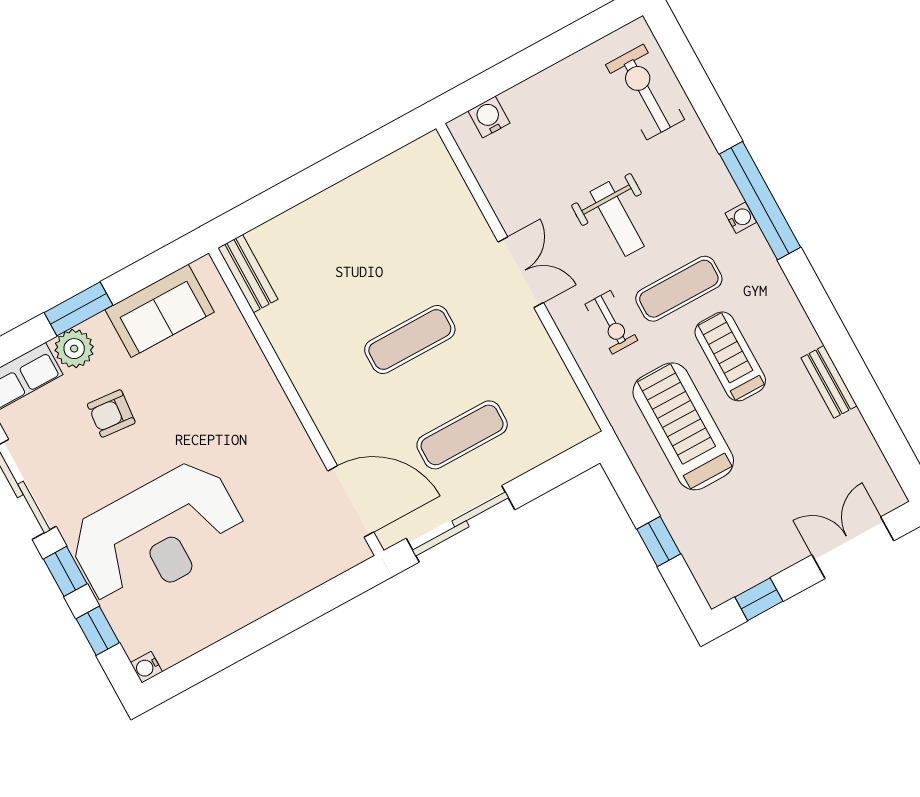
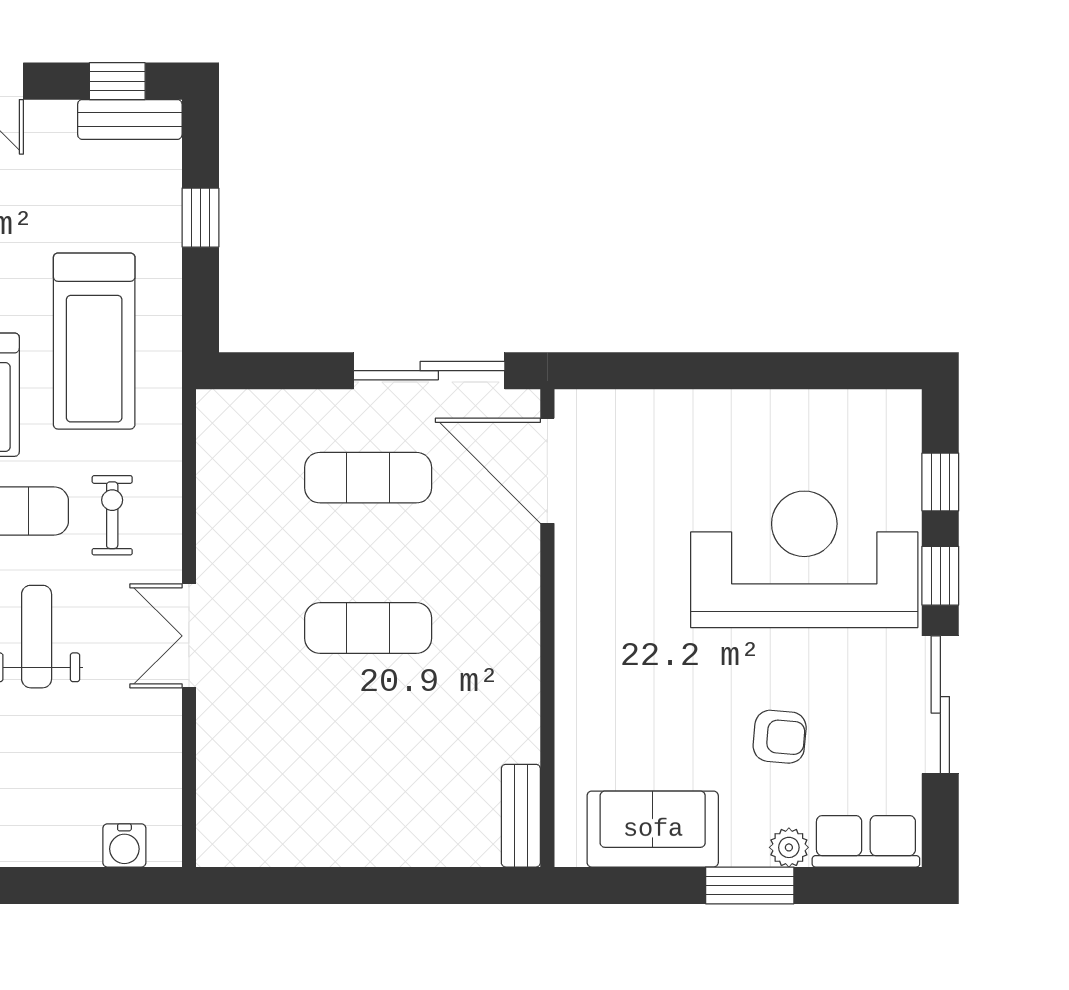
plant: (74, 349) -> (789, 847), width x0.73, depth x0.73
bench: (738, 579) -> (130, 119), added
water cooler: (146, 667) -> (906, 405), removed

